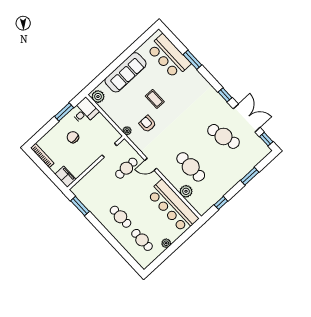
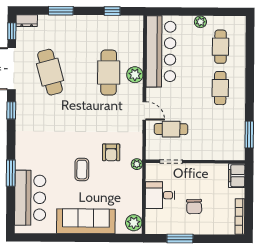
desk: (85, 111) -> (160, 195), moved
dresser: (263, 153) -> (27, 21), added
plant: (186, 191) -> (135, 75), moved

